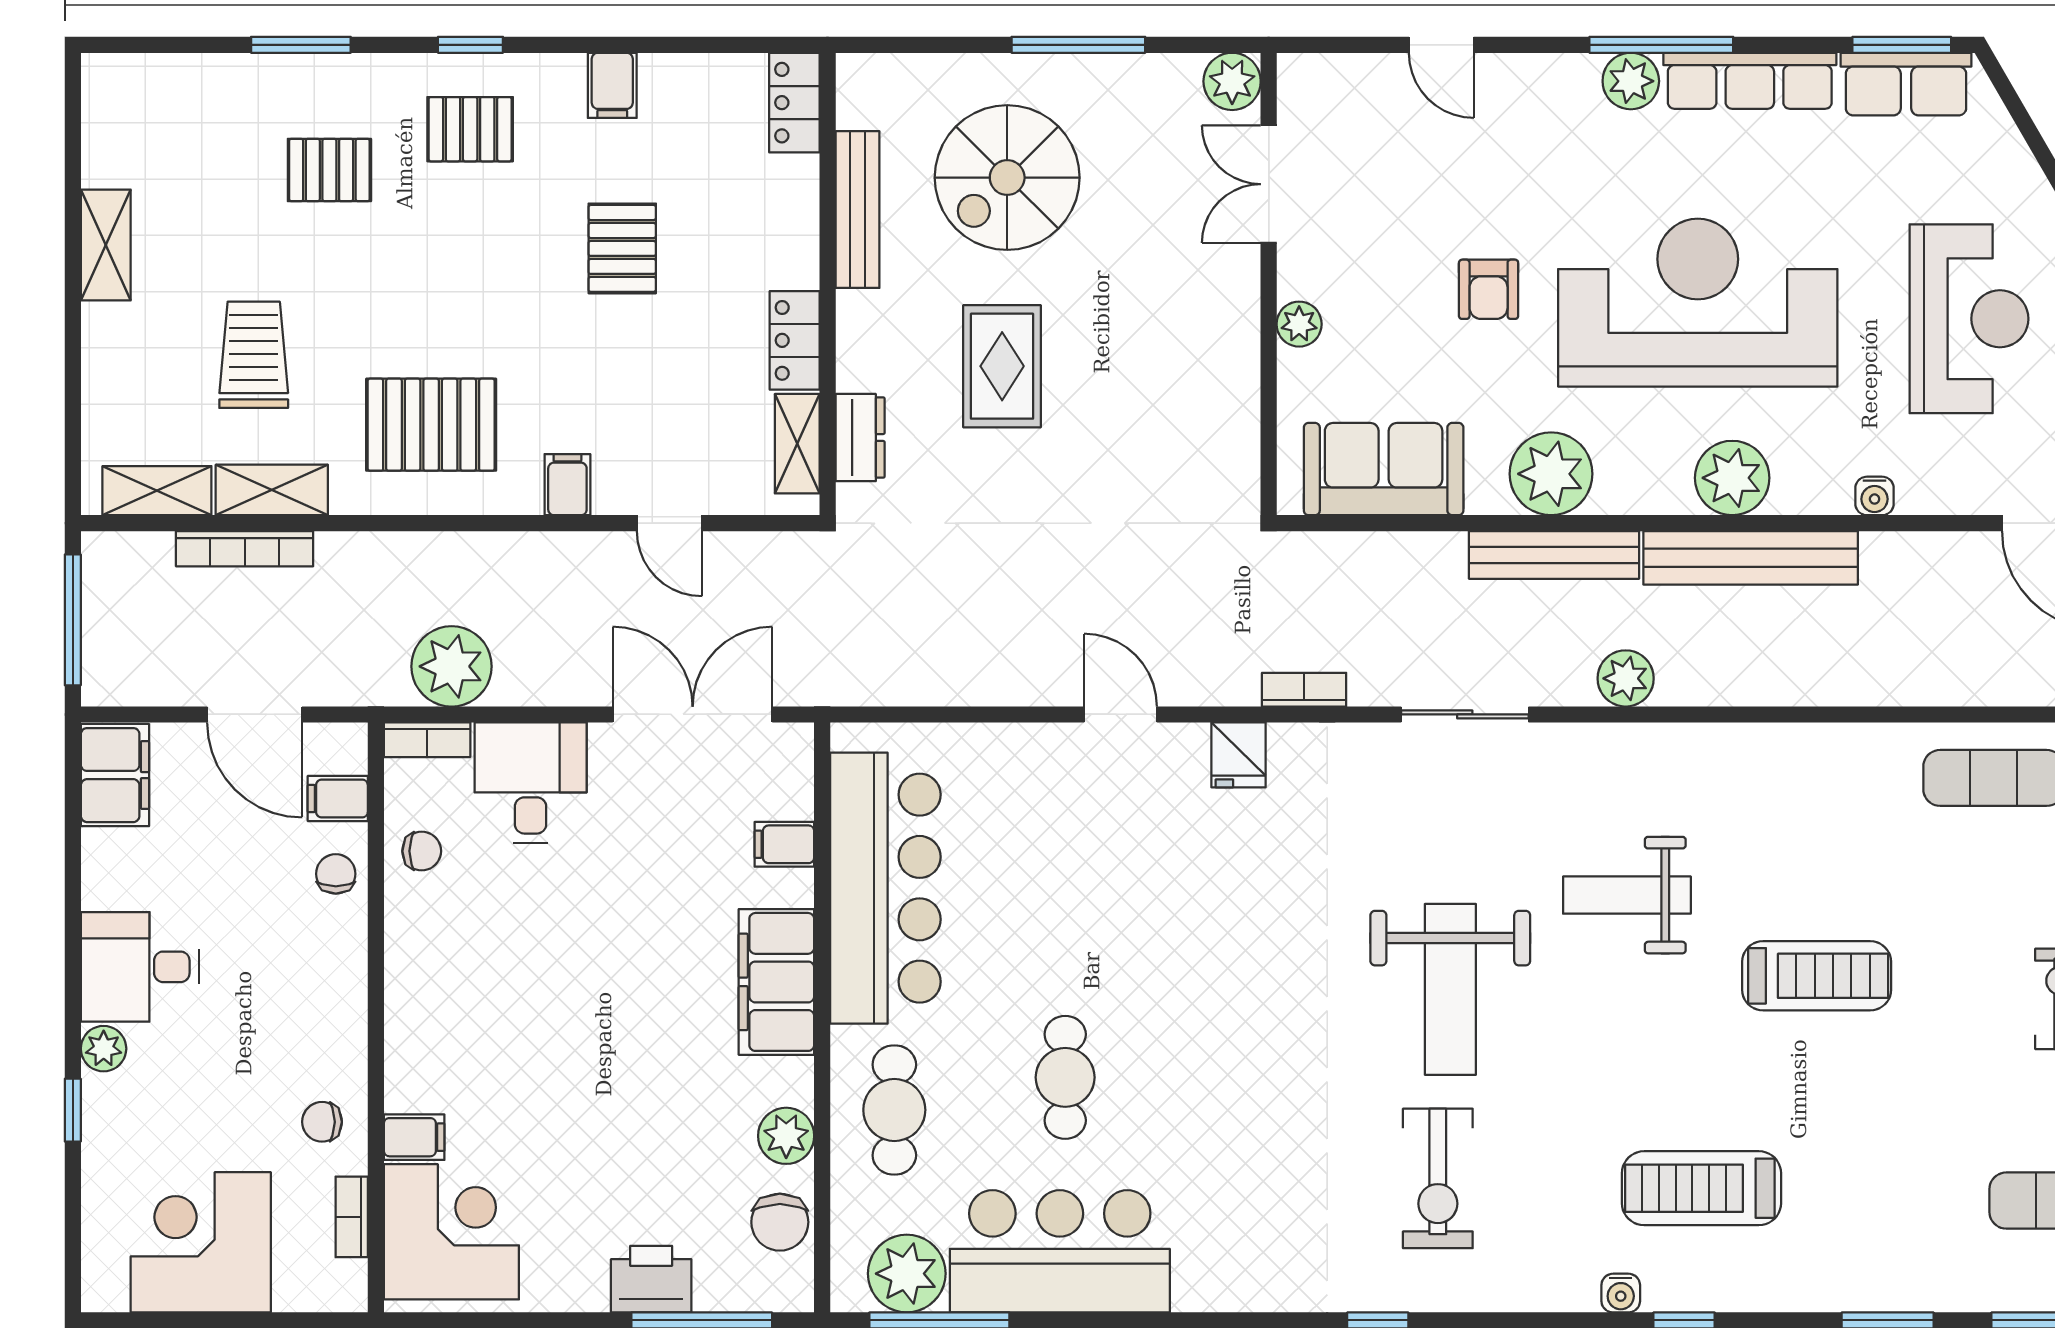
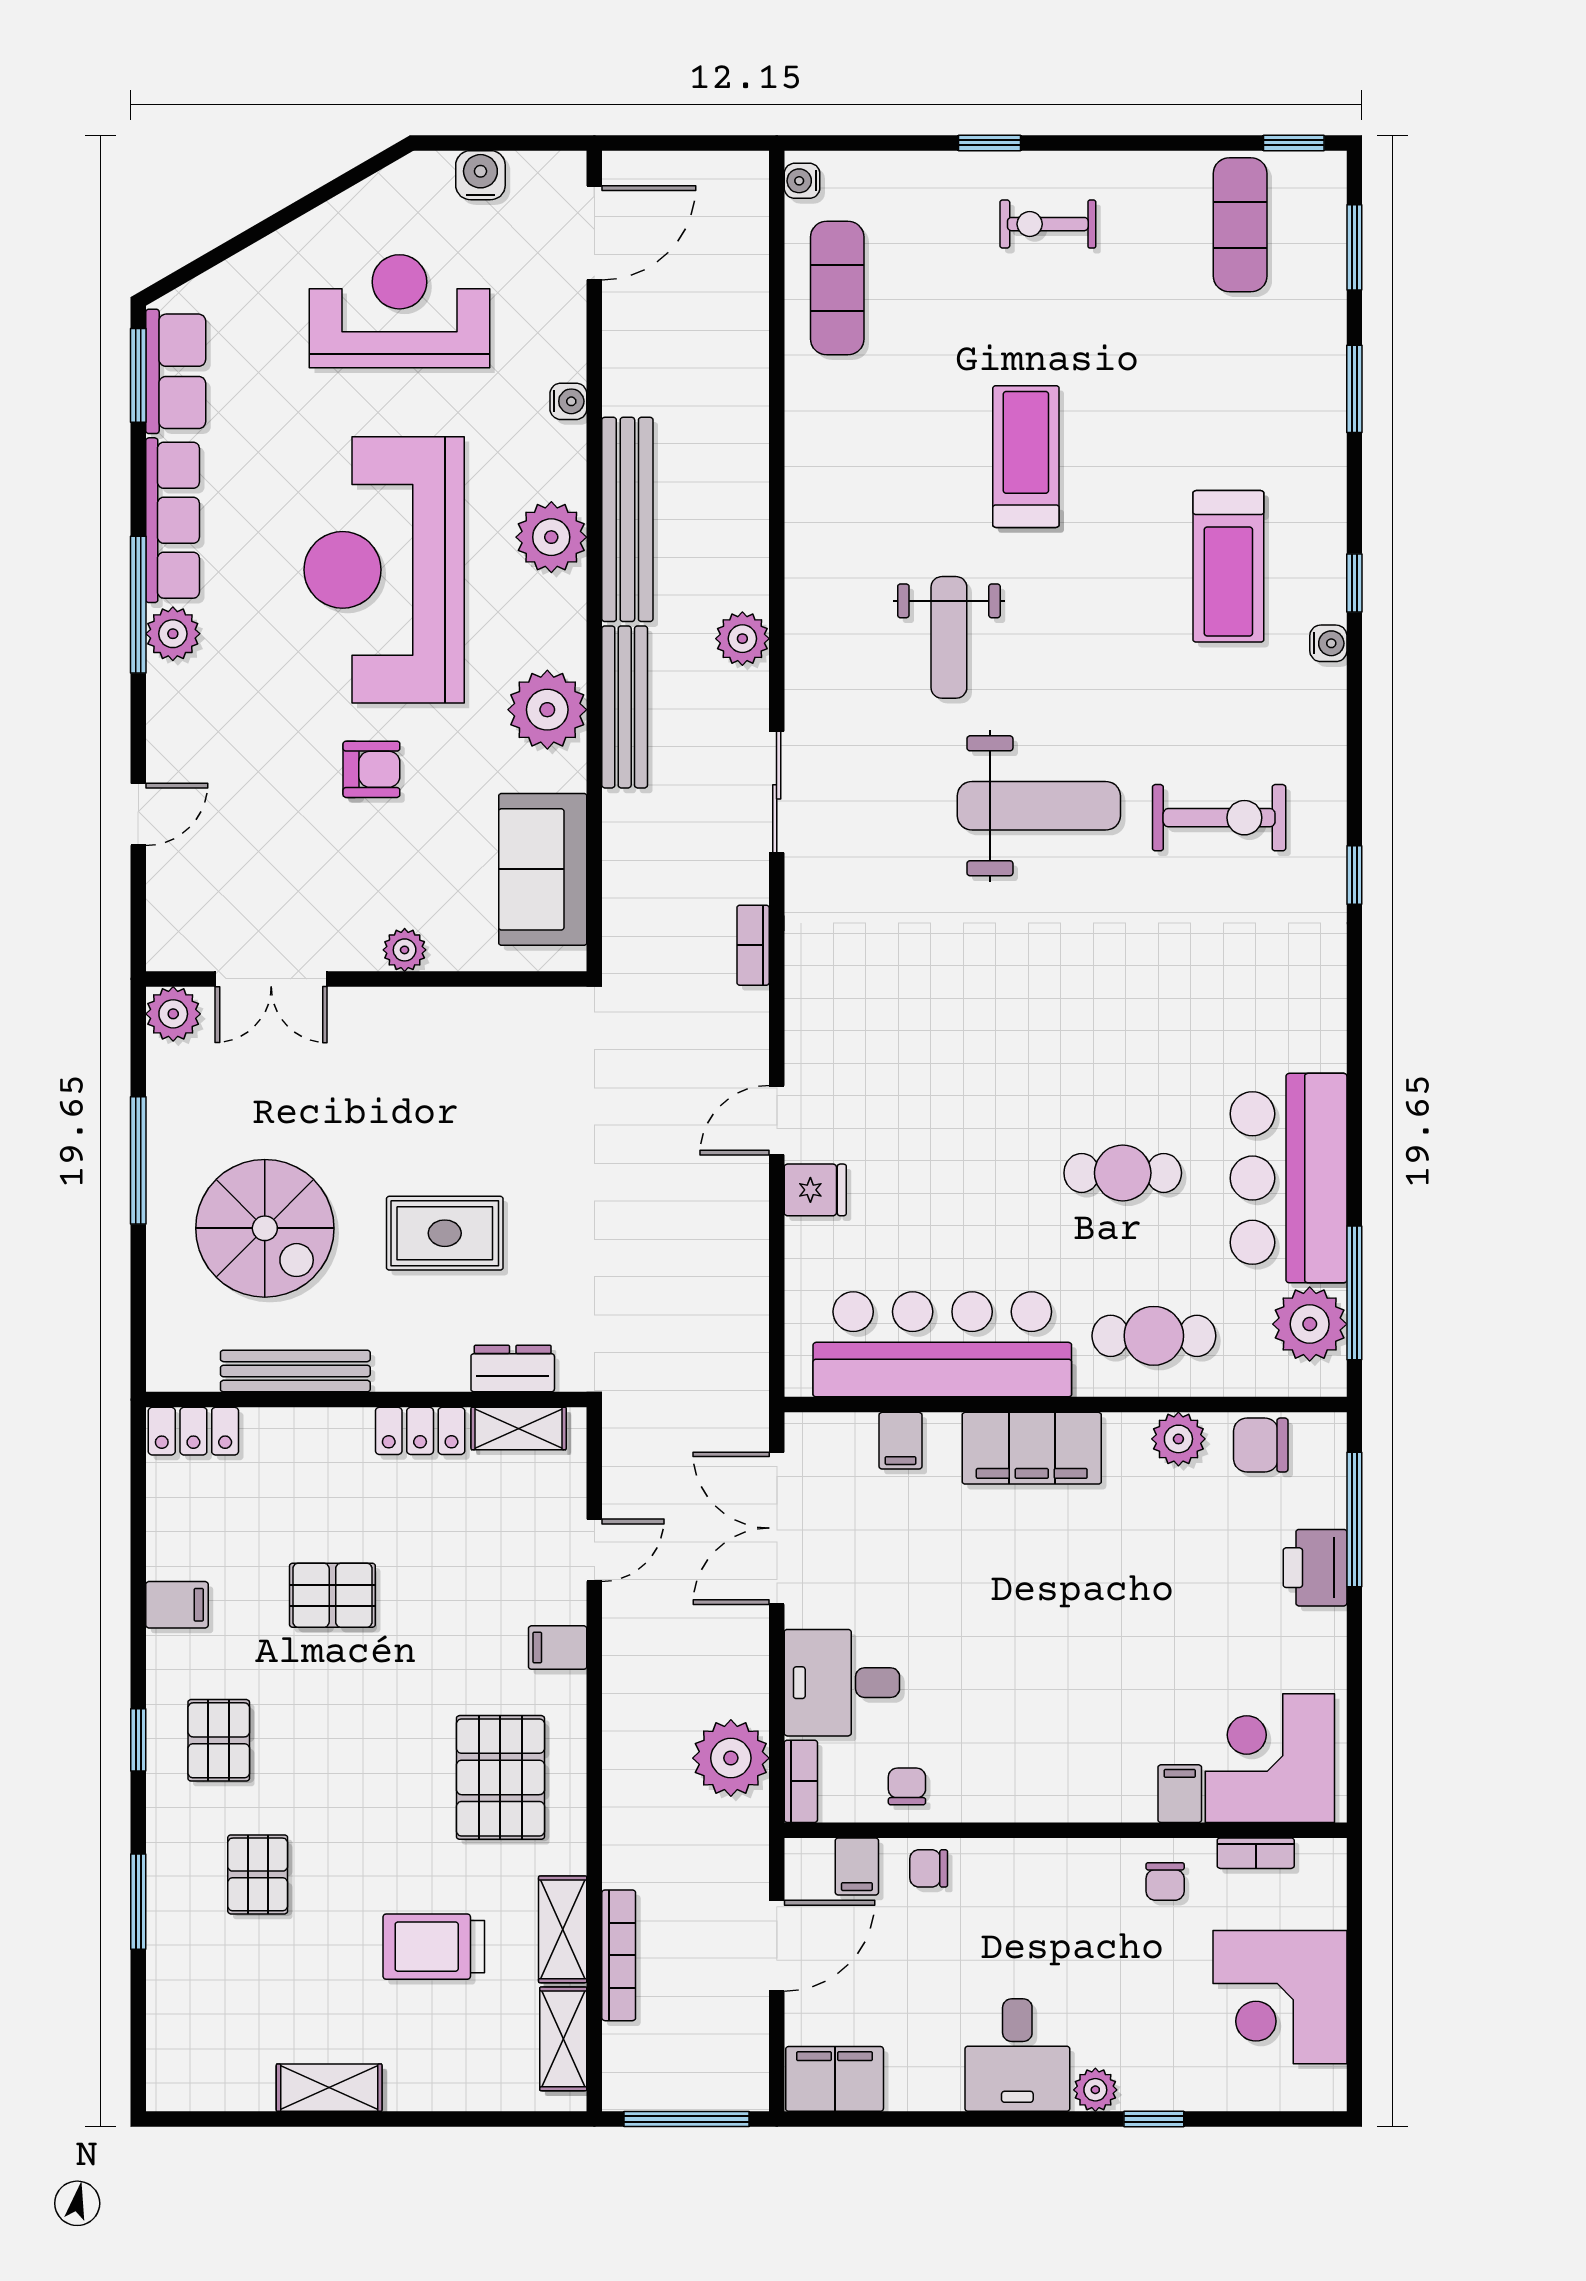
fridge: (1239, 755) -> (815, 1190), moved
chair: (780, 1222) -> (1261, 1445), turned 180

